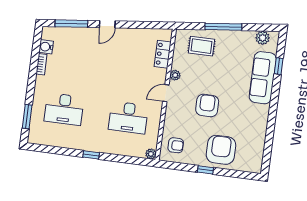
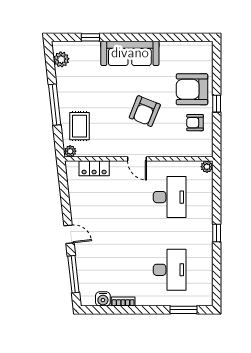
plant: (175, 75) -> (70, 151), moved
sofa: (263, 78) -> (130, 53), moved
armchair: (207, 105) -> (145, 111), turned -68
armchair: (176, 145) -> (195, 123), moved, turned -90

